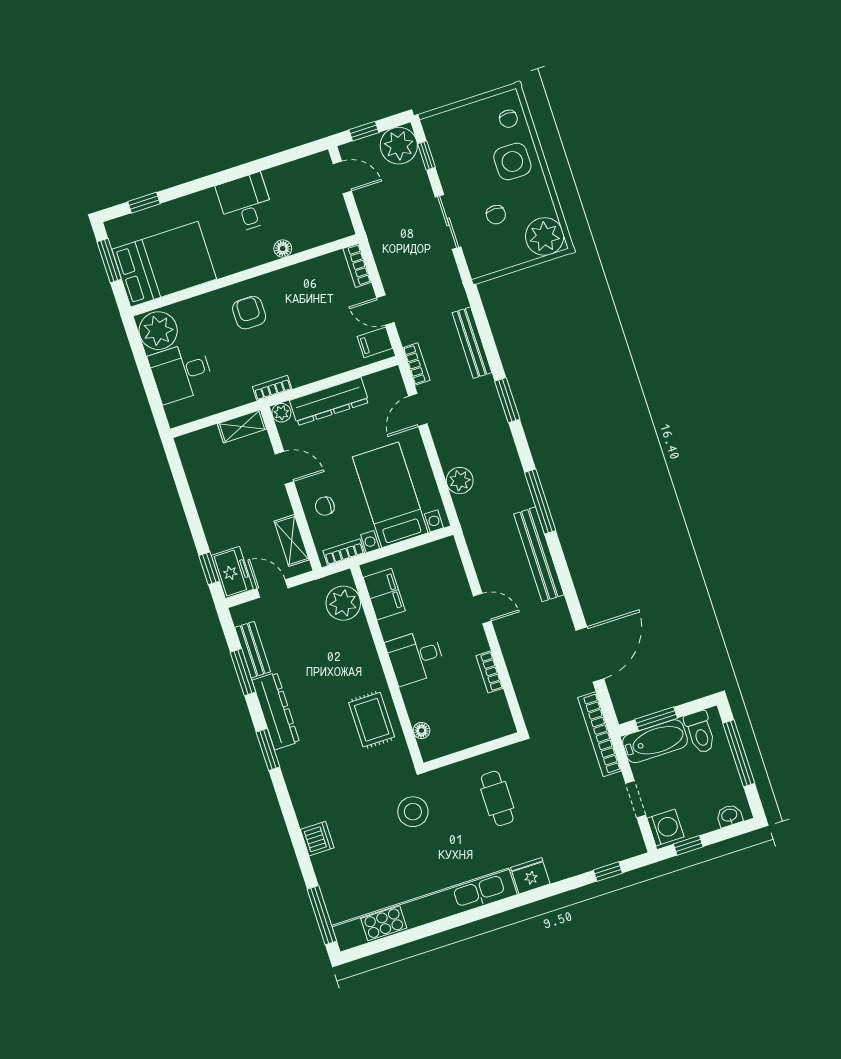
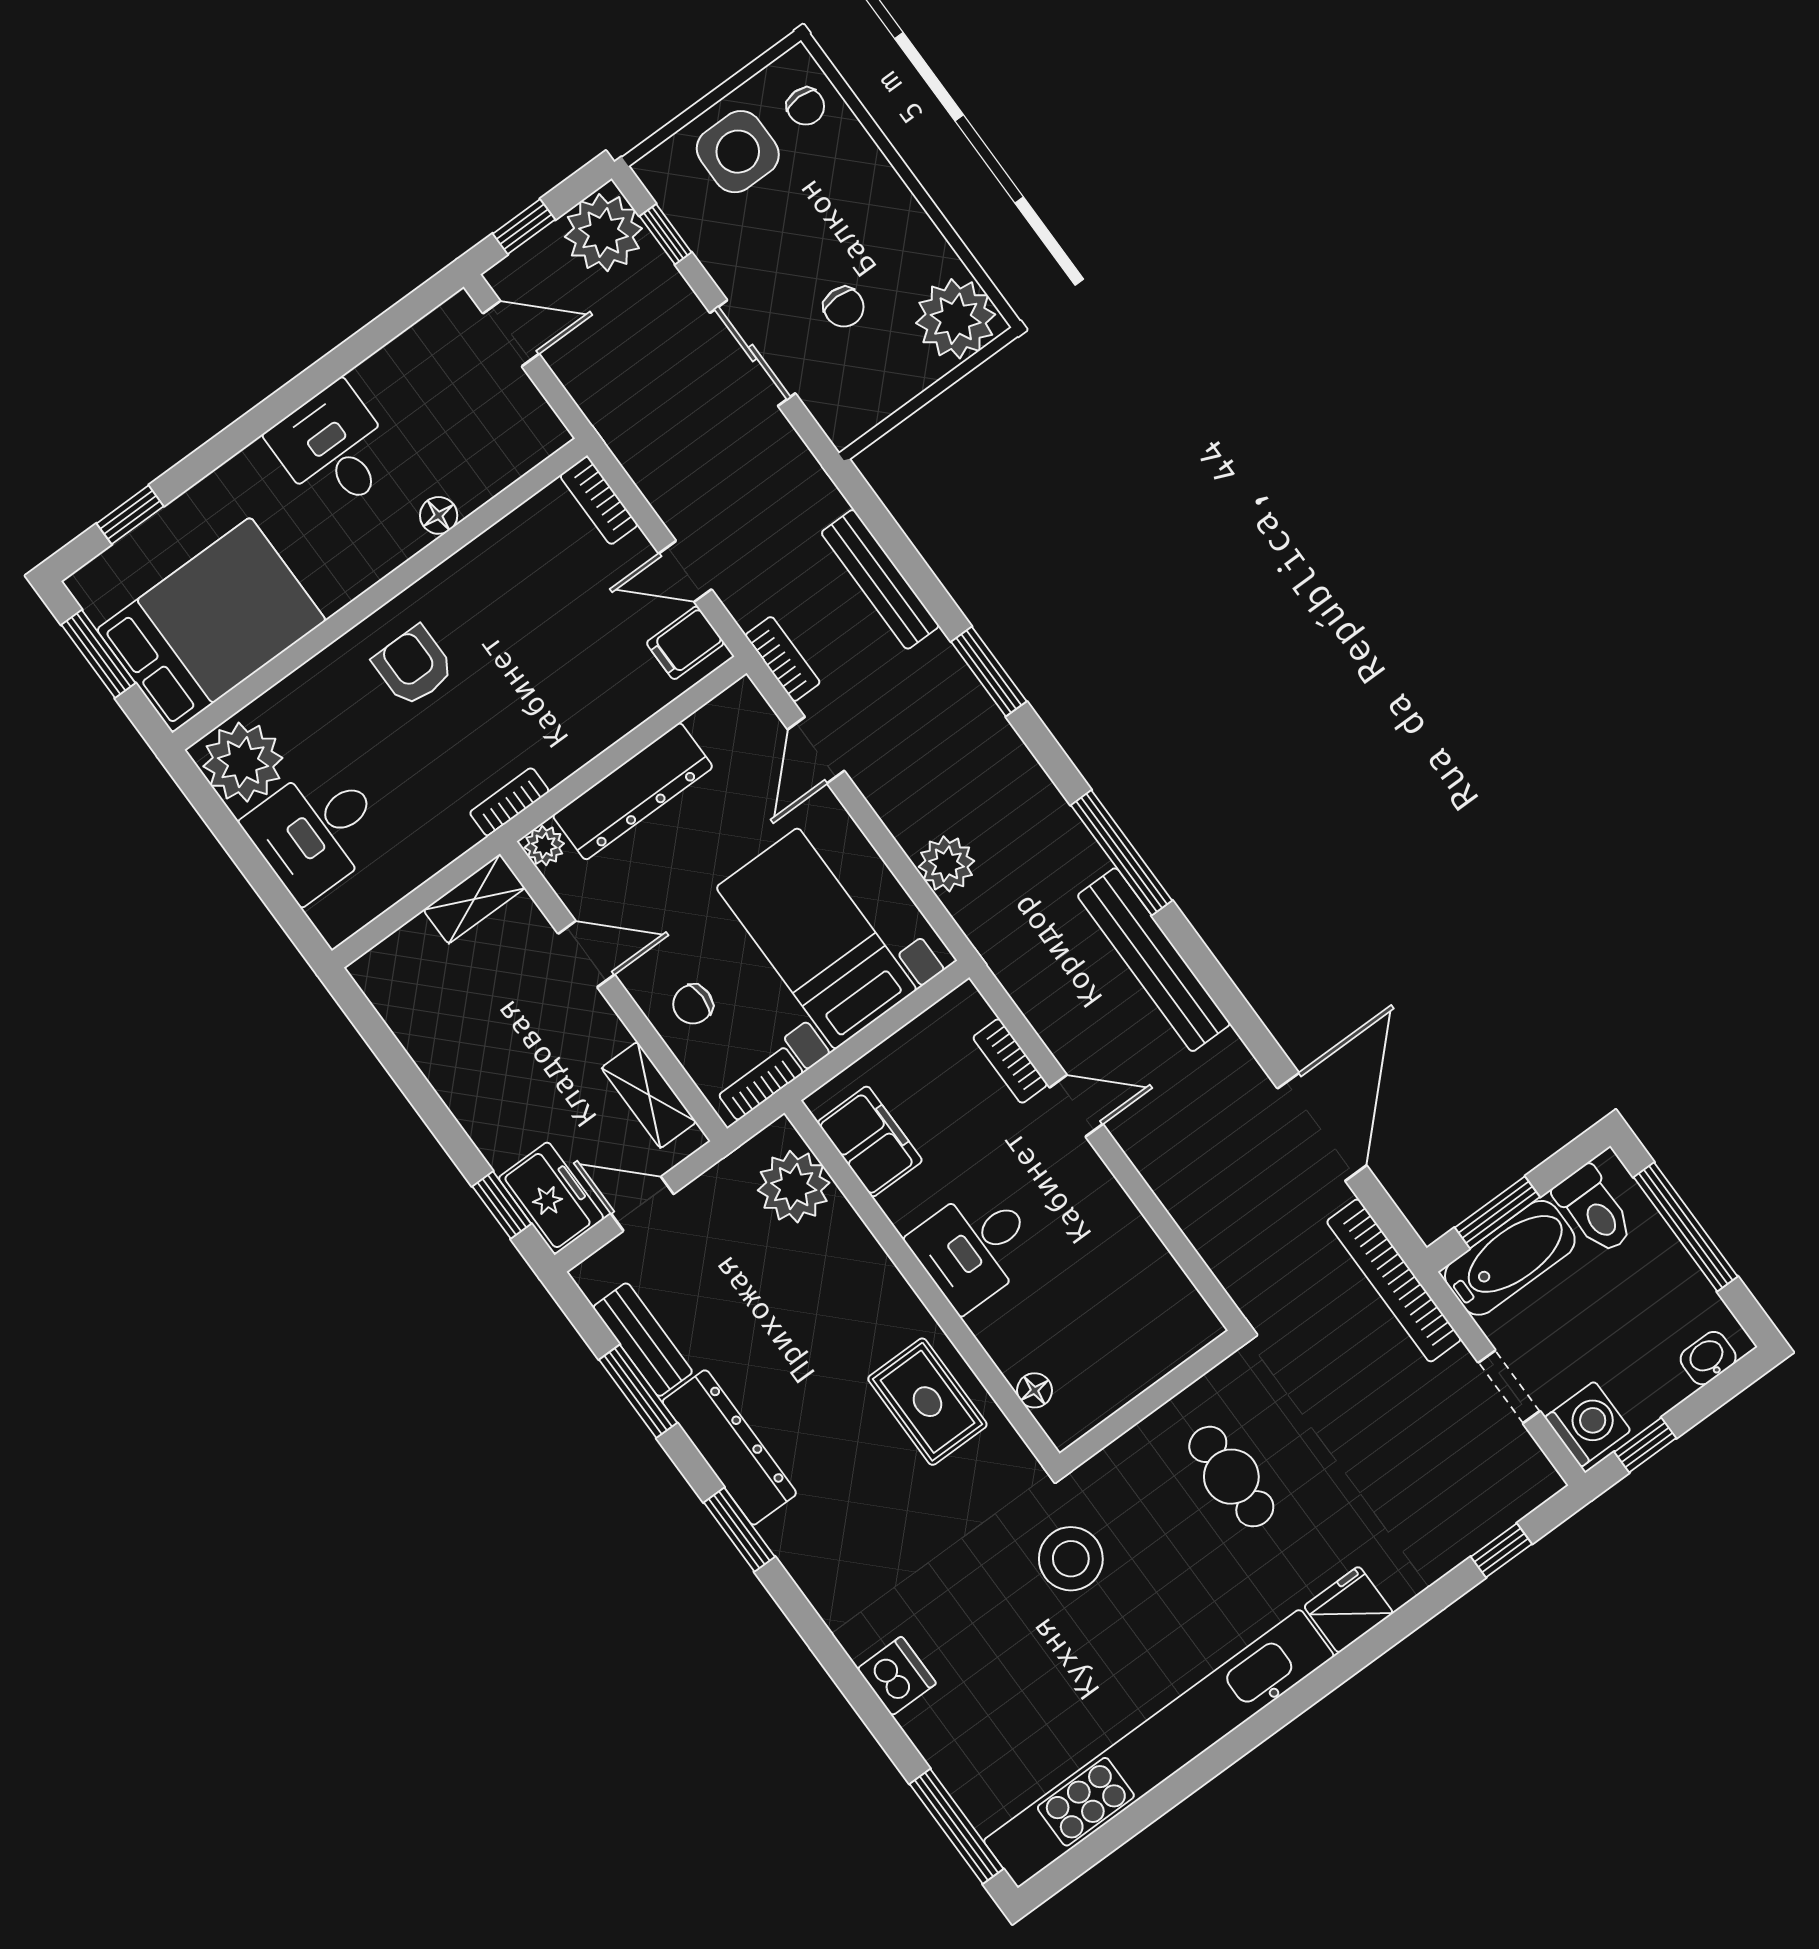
side table: (512, 162) -> (738, 152), moved
bookcase: (490, 672) -> (1010, 1061), moved

